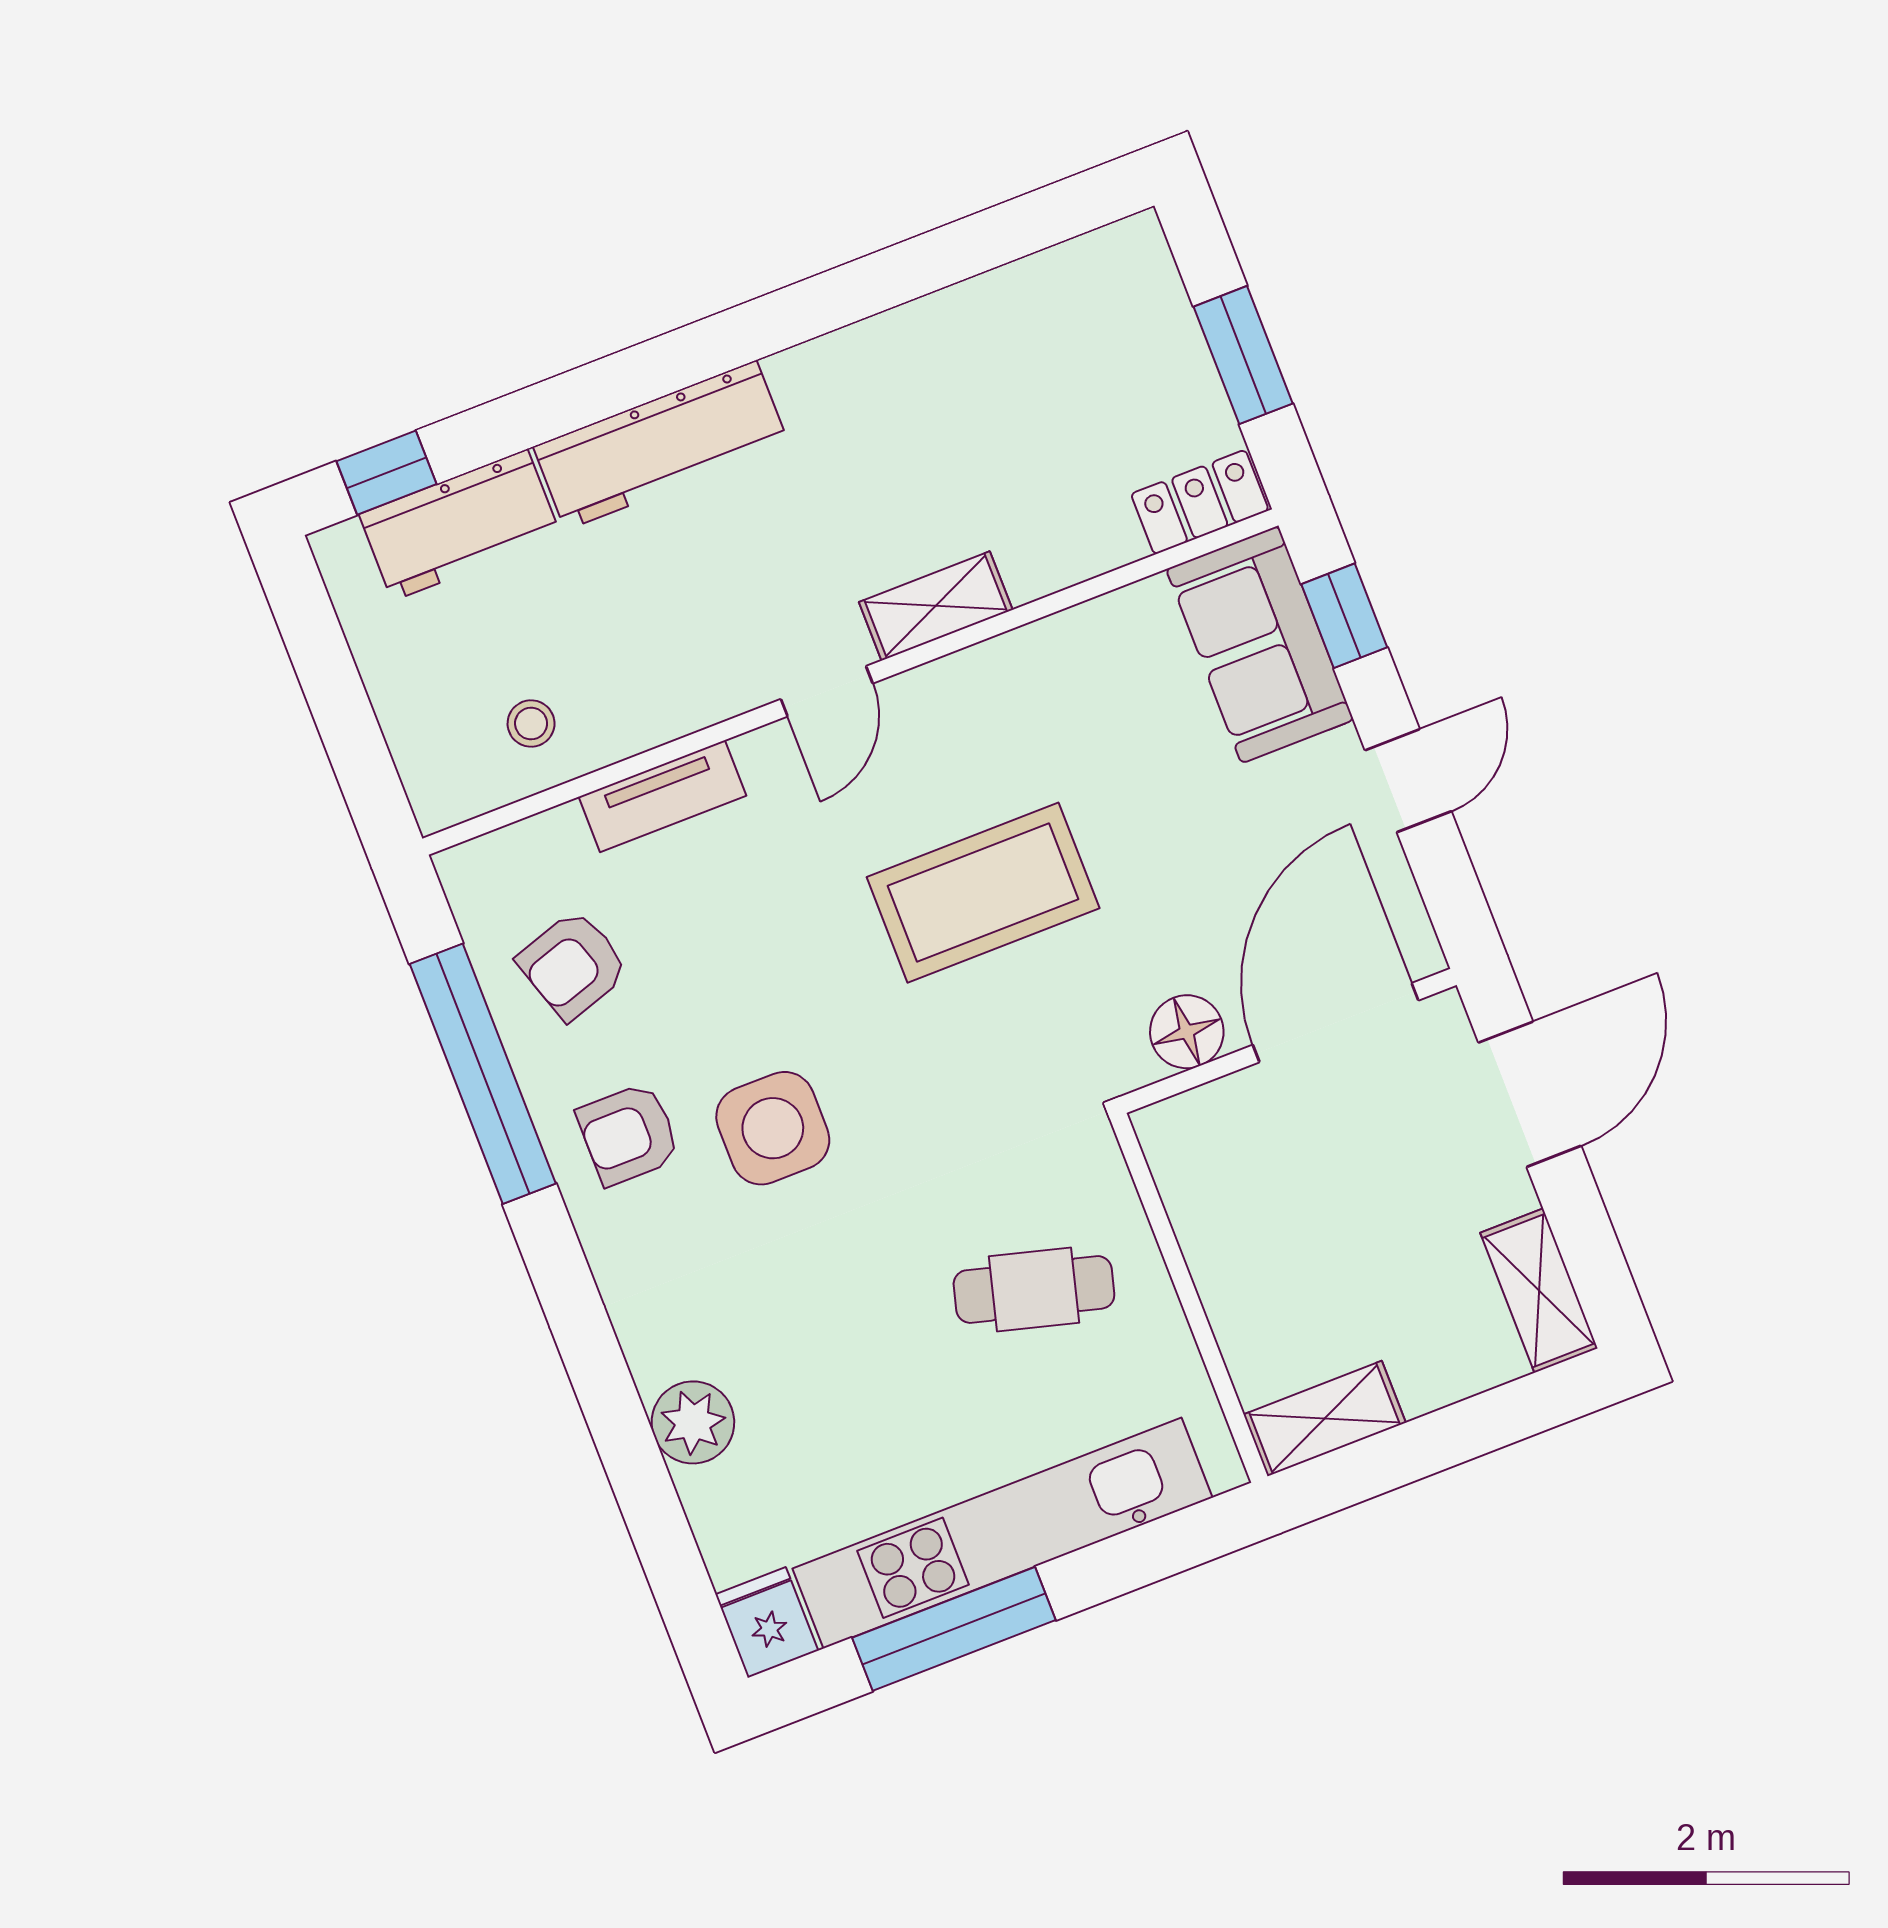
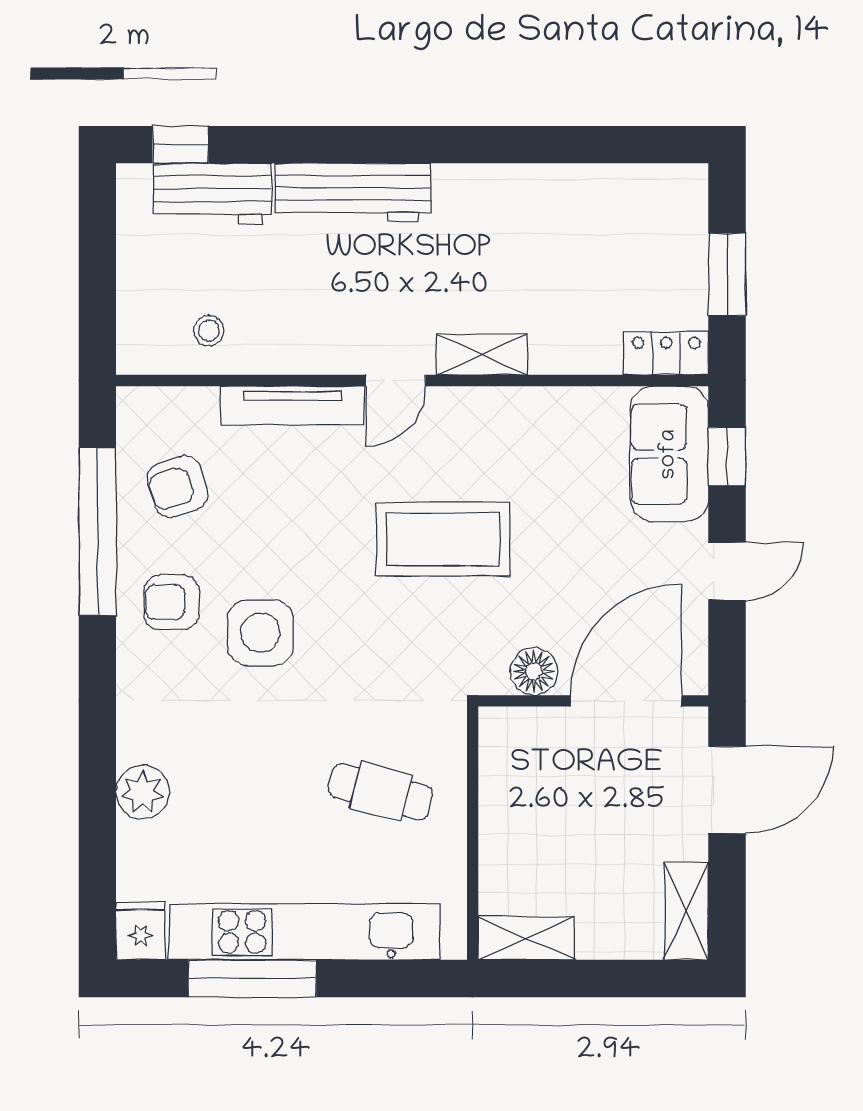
tv unit: (662, 796) -> (292, 405), width x1.41

